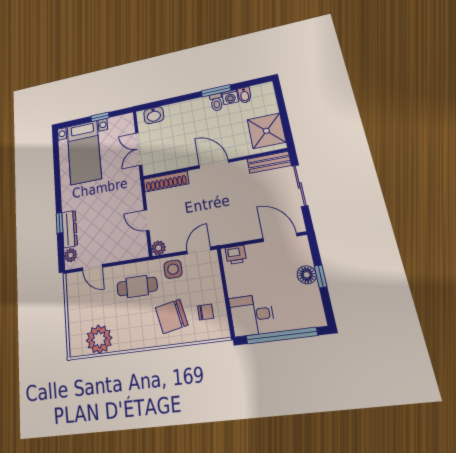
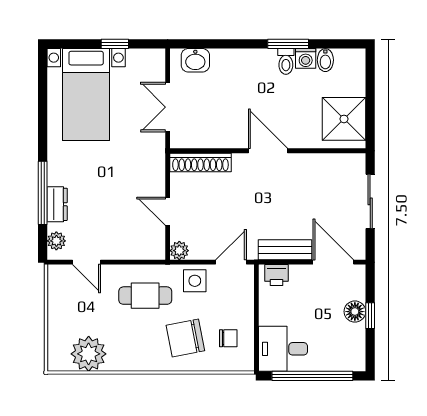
bench: (269, 162) -> (285, 250), moved
window: (59, 223) -> (43, 193), width x2.17
dresser: (70, 229) -> (57, 204), width x0.70

